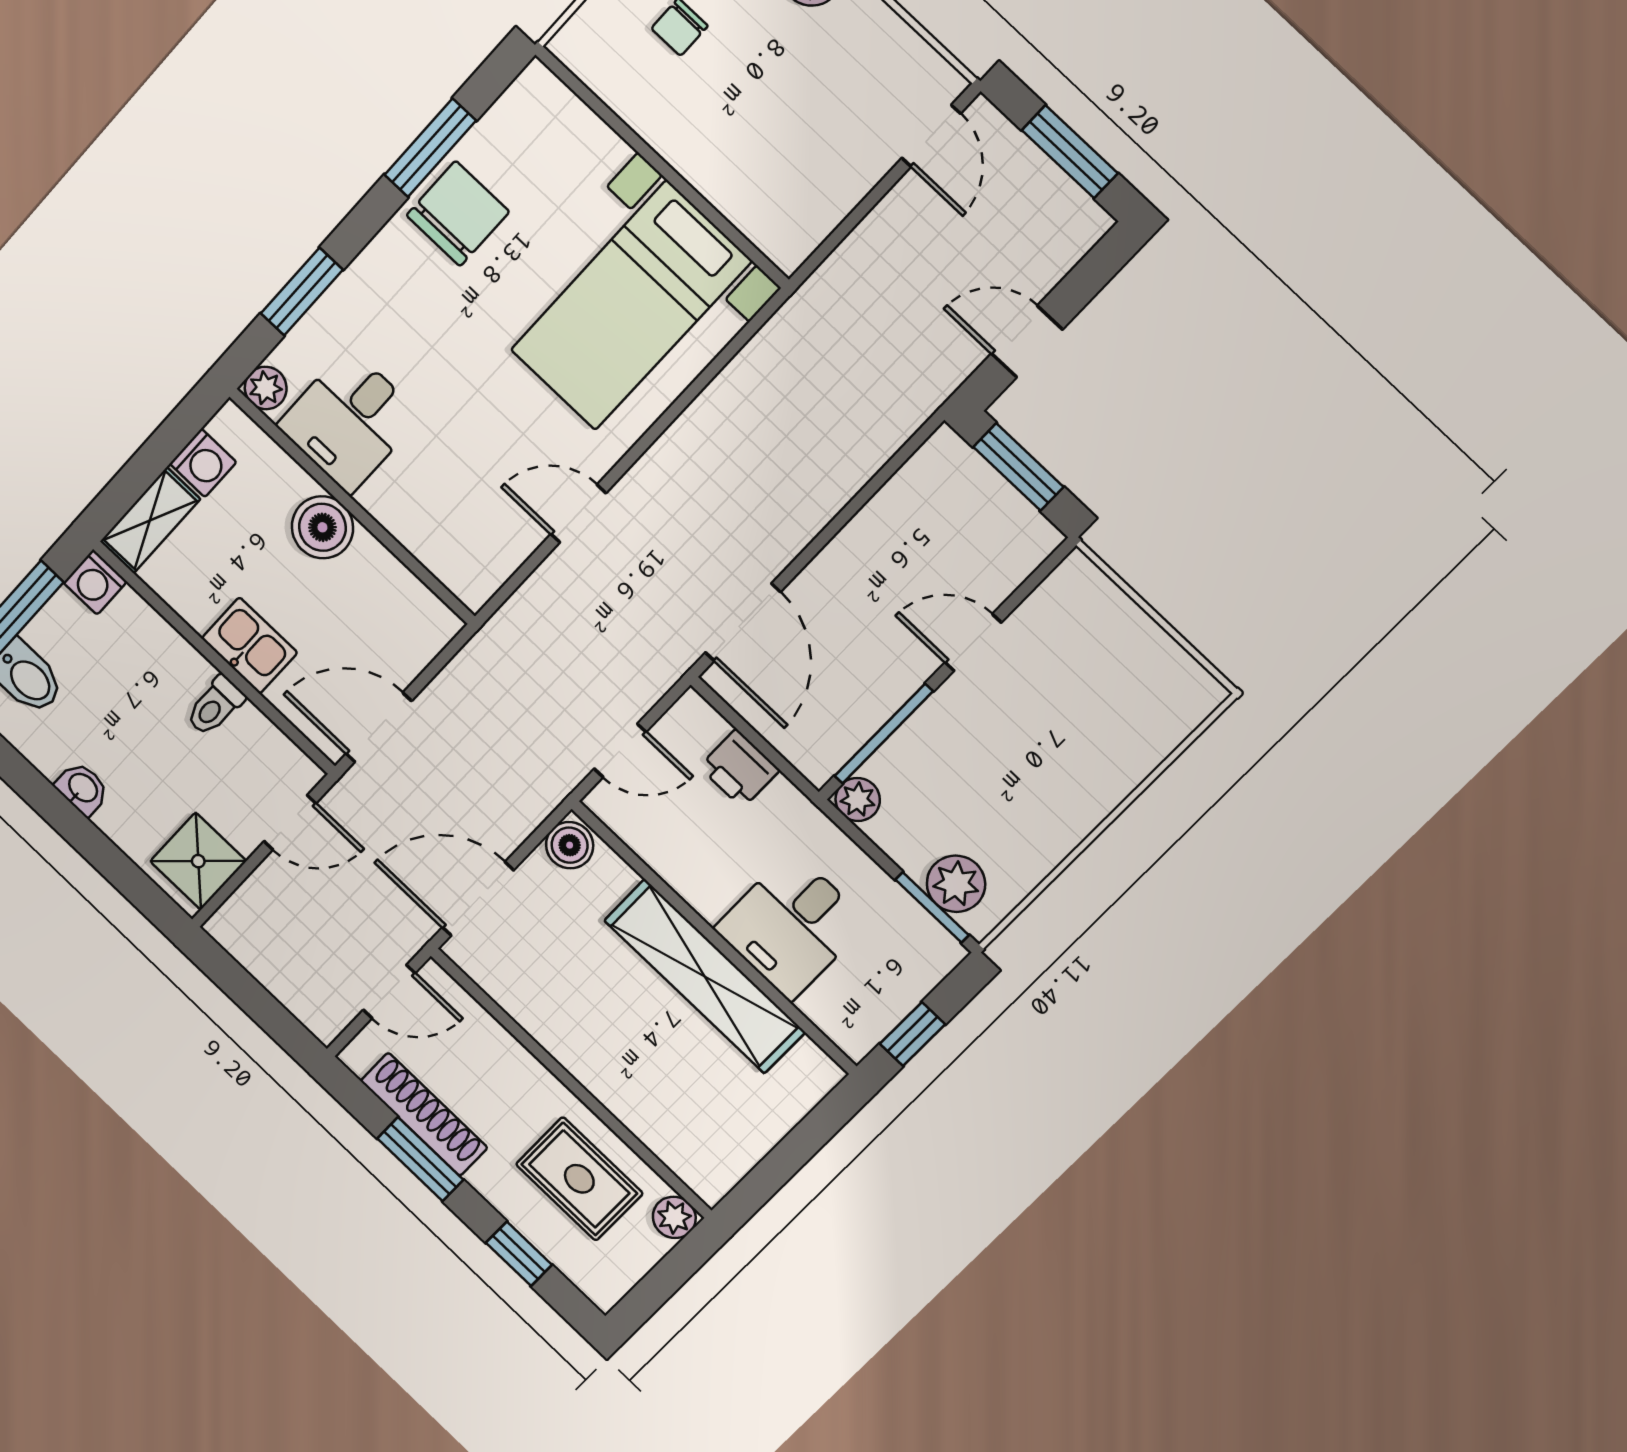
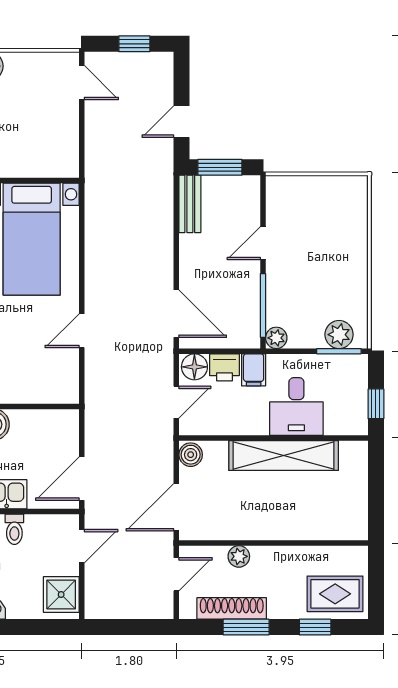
window: (1070, 152) -> (134, 44), width x0.67
bench: (919, 479) -> (190, 204), added
floor lamp: (696, 725) -> (194, 367), added
filing cabinet: (779, 813) -> (254, 370), added
rug: (579, 1179) -> (335, 594), moved
plant: (674, 1217) -> (239, 556), moved

